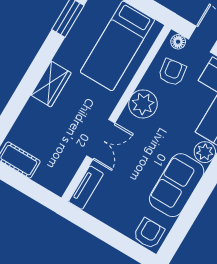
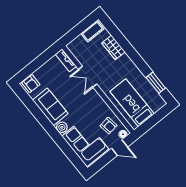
wardrobe: (51, 84) -> (113, 47), moved
plant: (143, 104) -> (98, 105), removed

